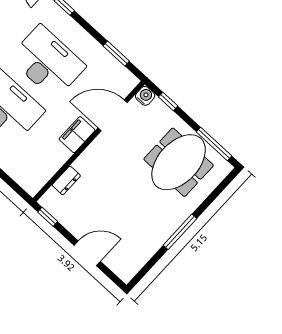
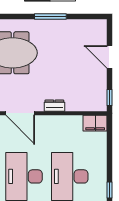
filing cabinet: (77, 135) -> (95, 123), moved
dresser: (66, 180) -> (54, 106), moved

